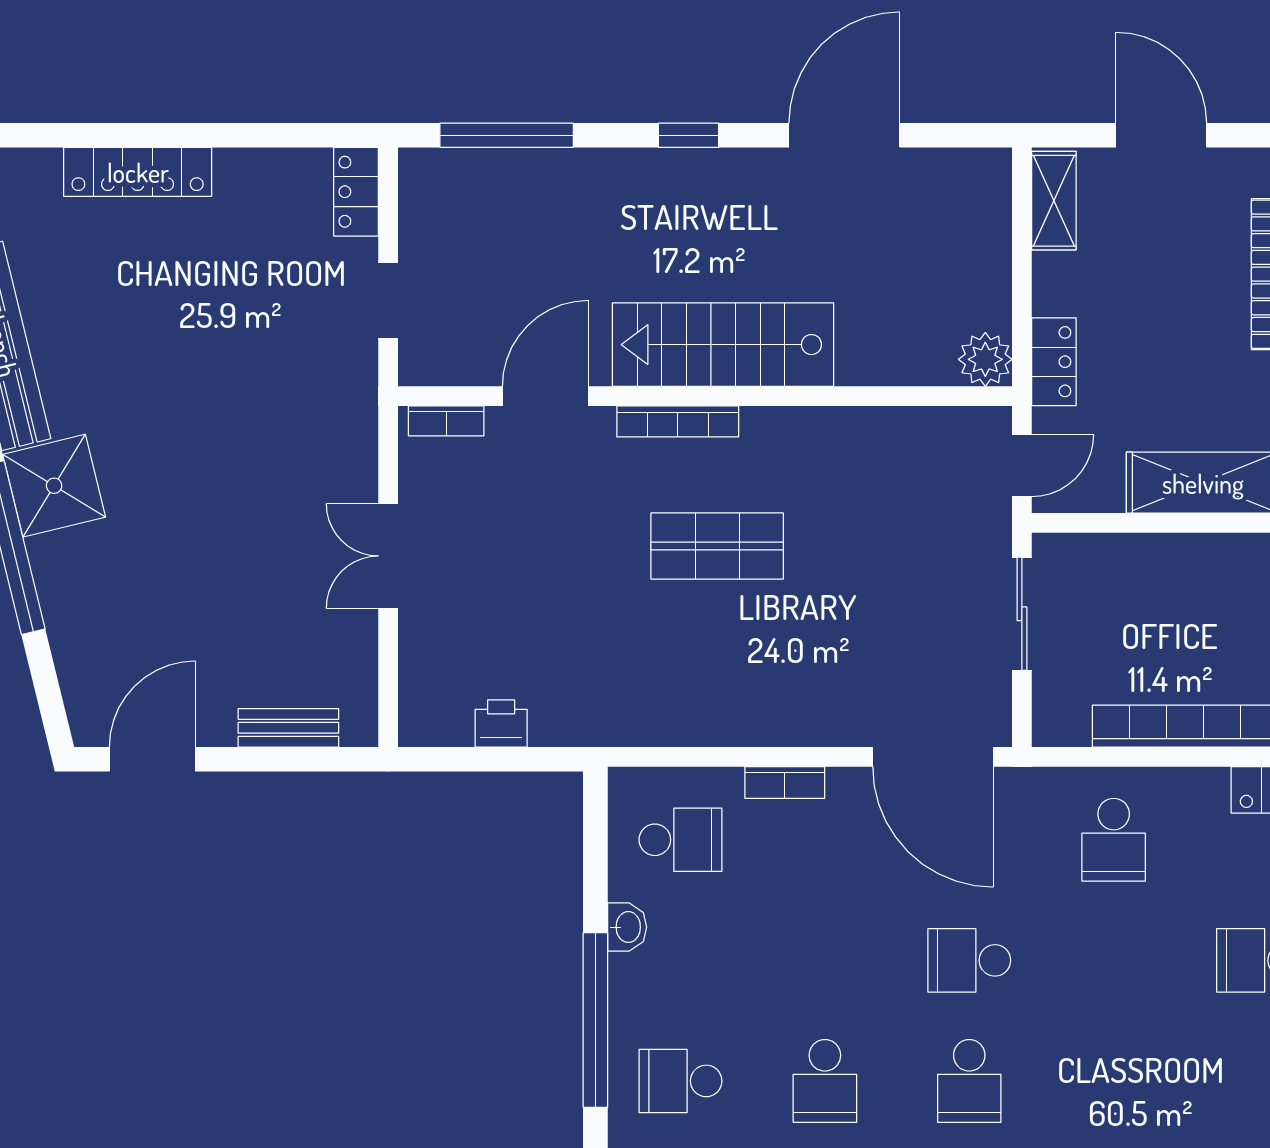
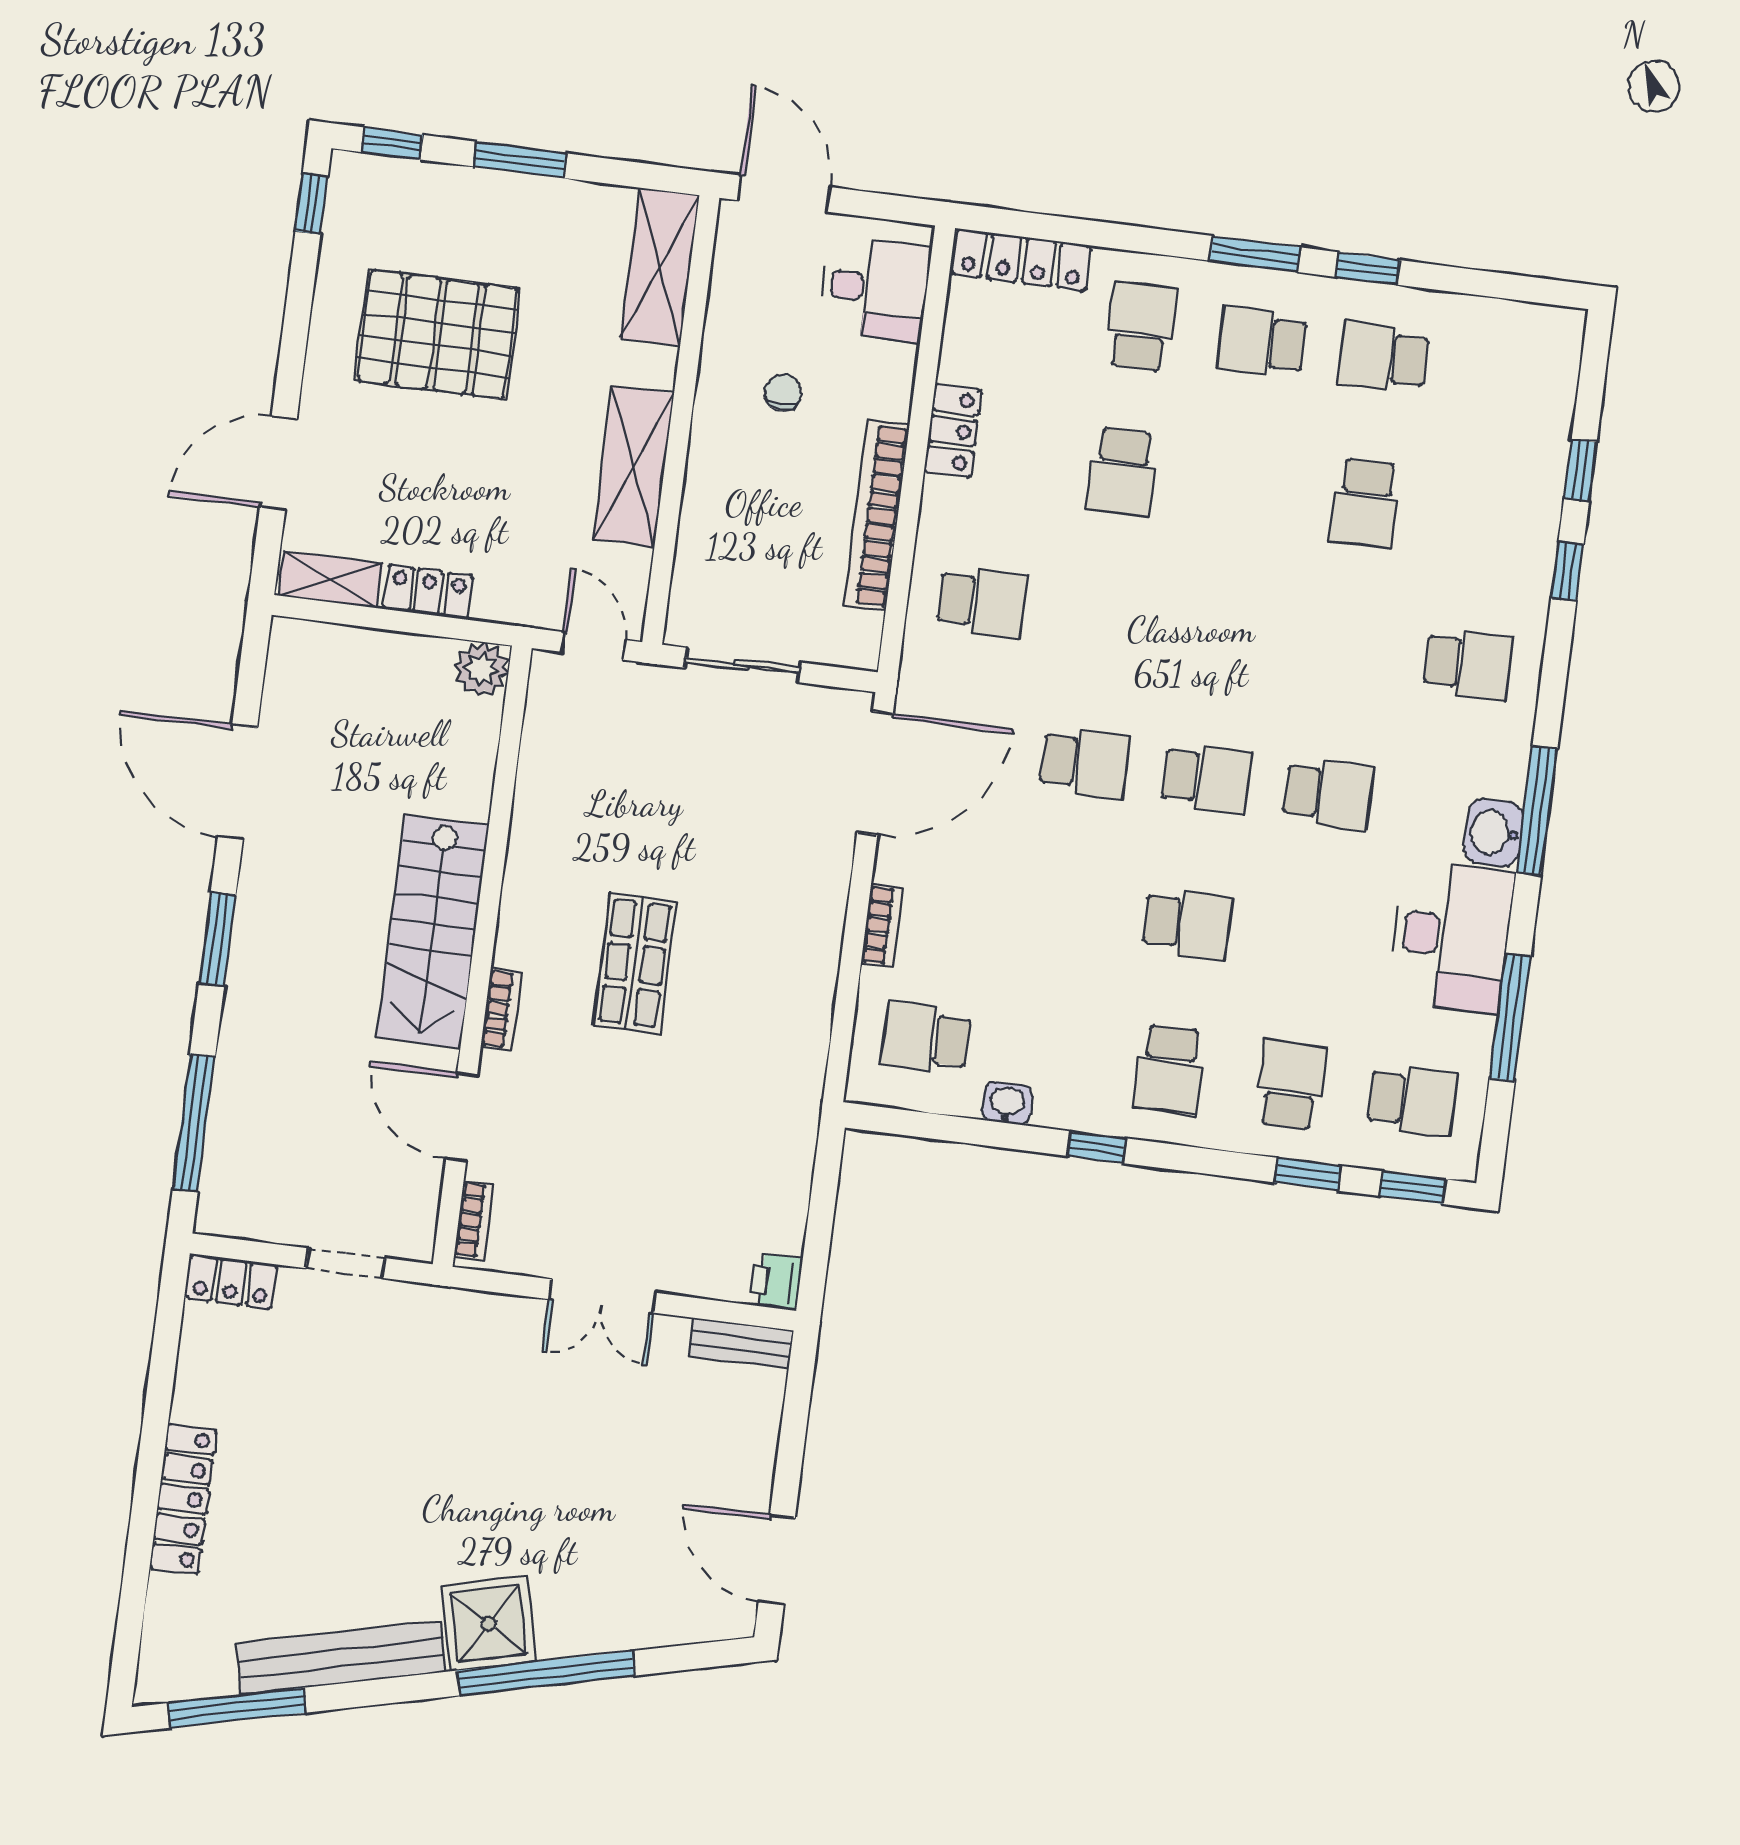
window: (689, 135) -> (217, 939), width x1.50
locker: (1054, 362) -> (428, 592), moved
bookcase: (678, 421) -> (501, 1009), width x0.64
printer: (501, 723) -> (776, 1282), moved
bench: (288, 728) -> (741, 1343), moved, turned 90
school desk: (680, 840) -> (926, 1038), turned -90
school desk: (969, 960) -> (1085, 763), turned -90
window: (595, 1020) -> (1097, 1147), width x0.32

